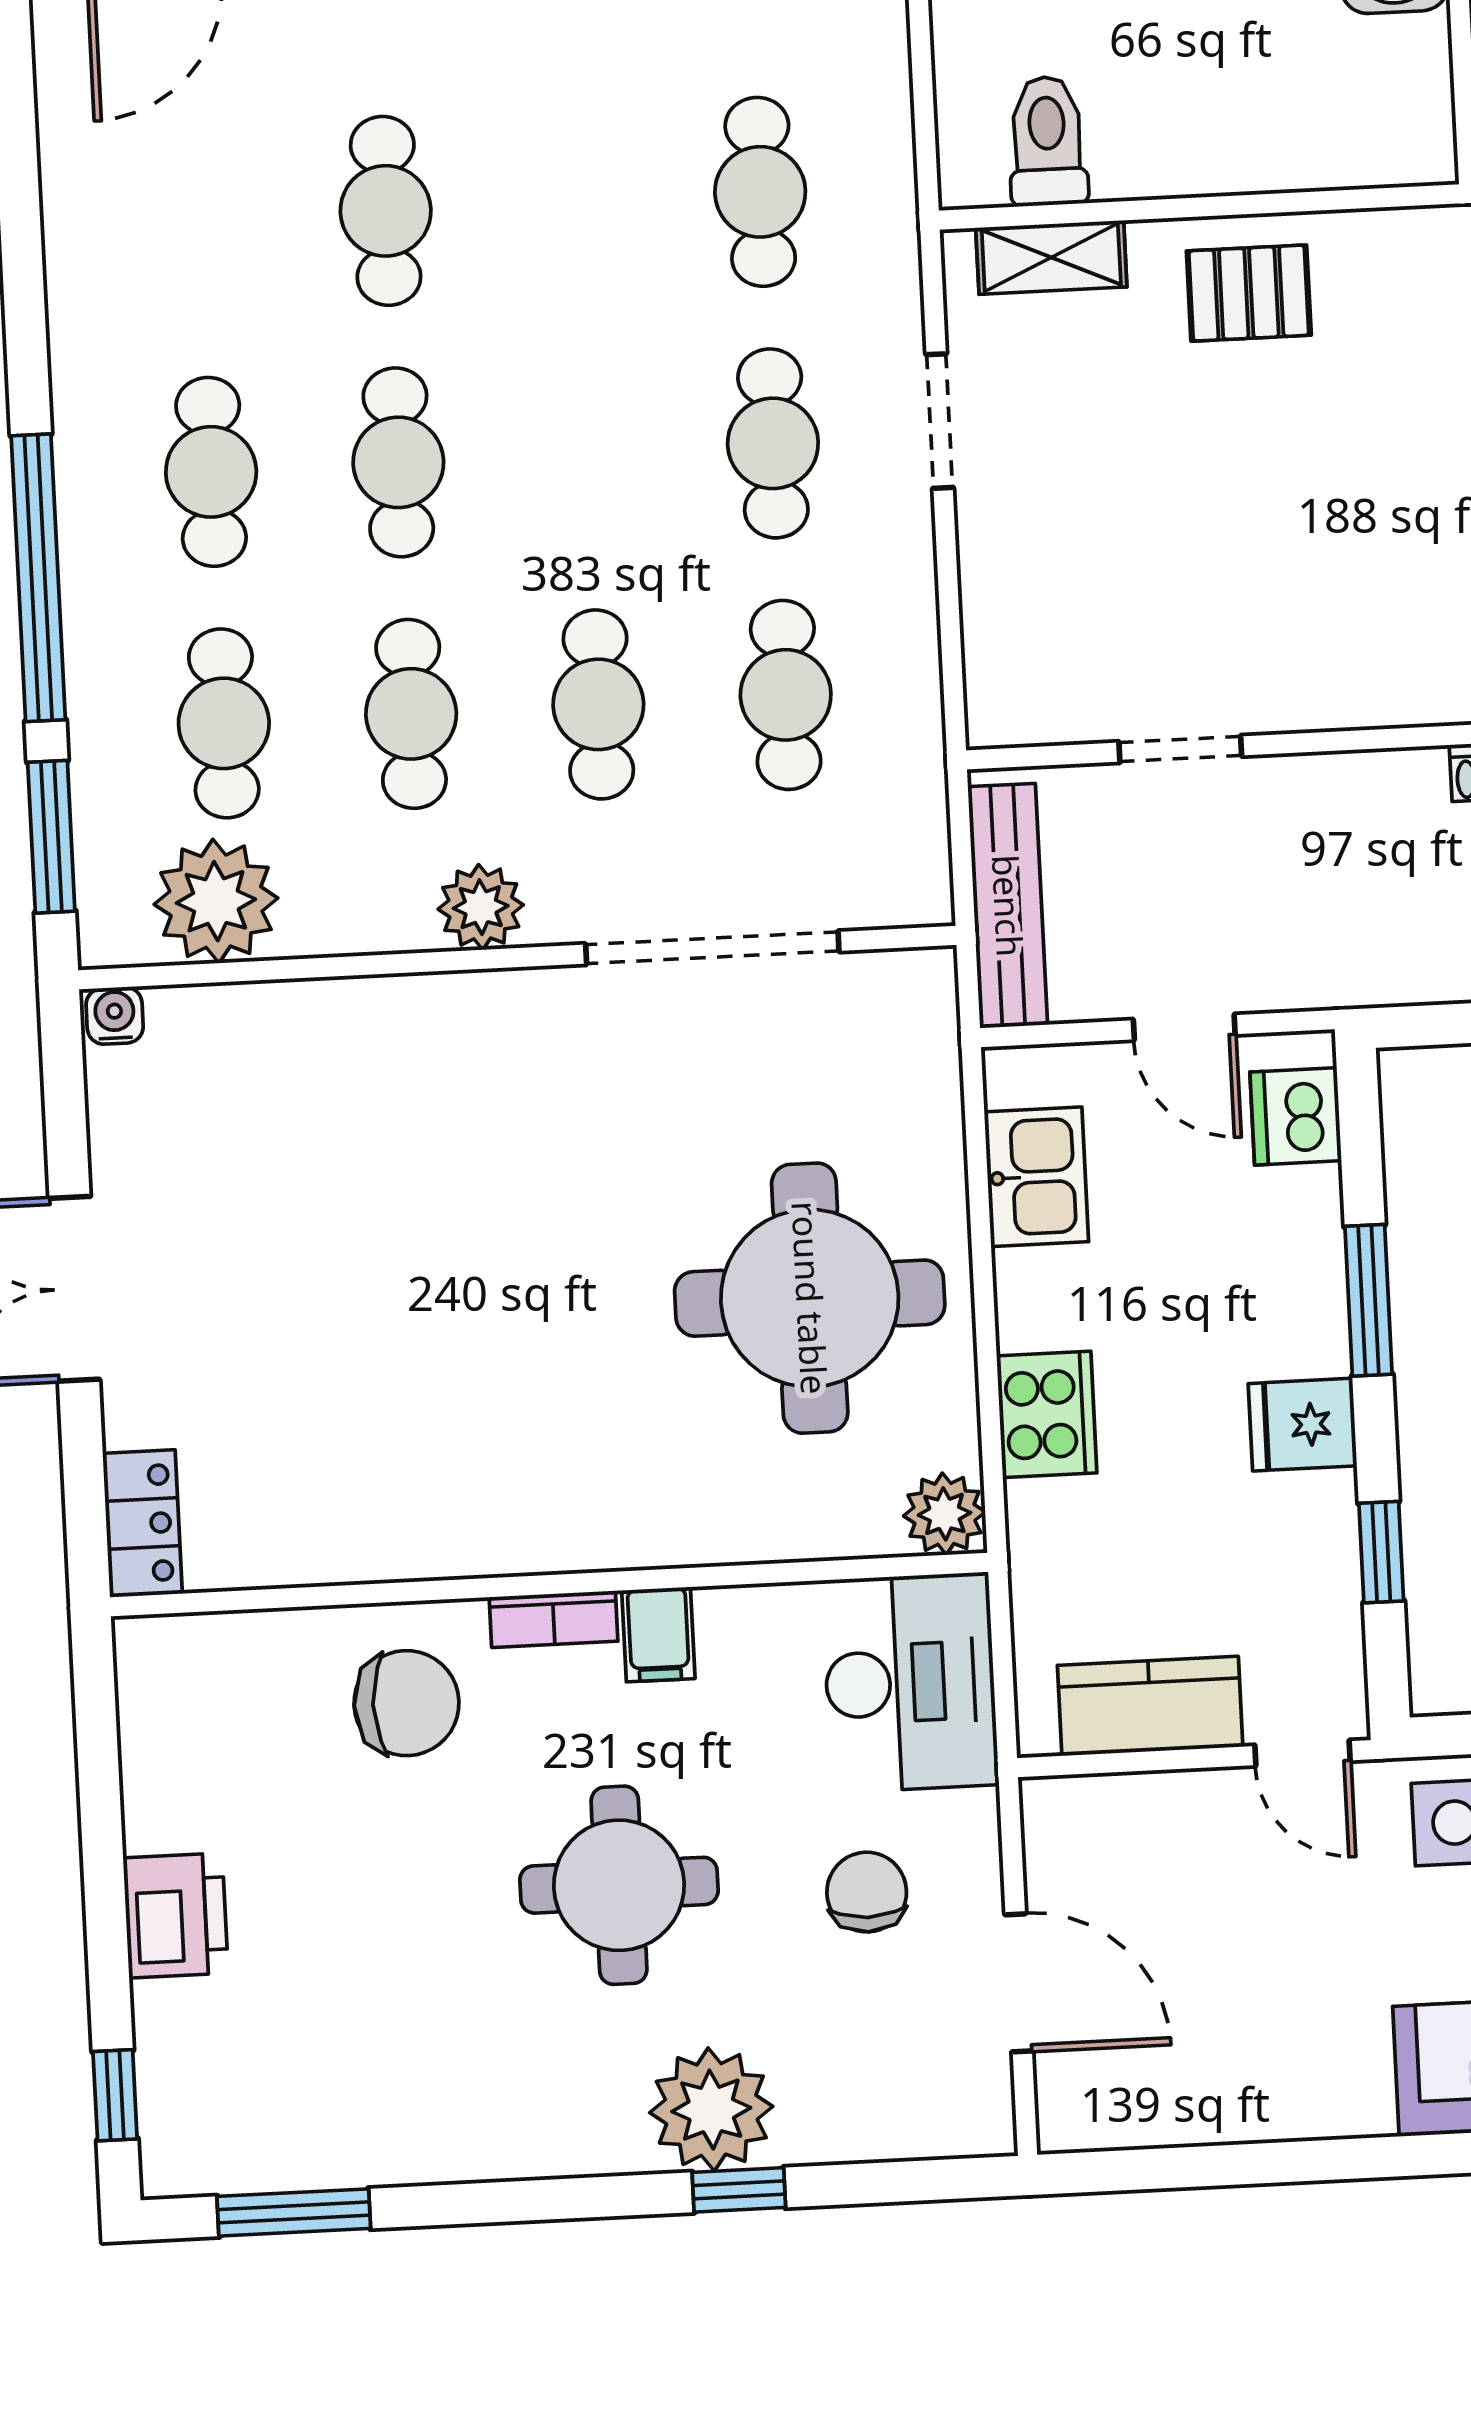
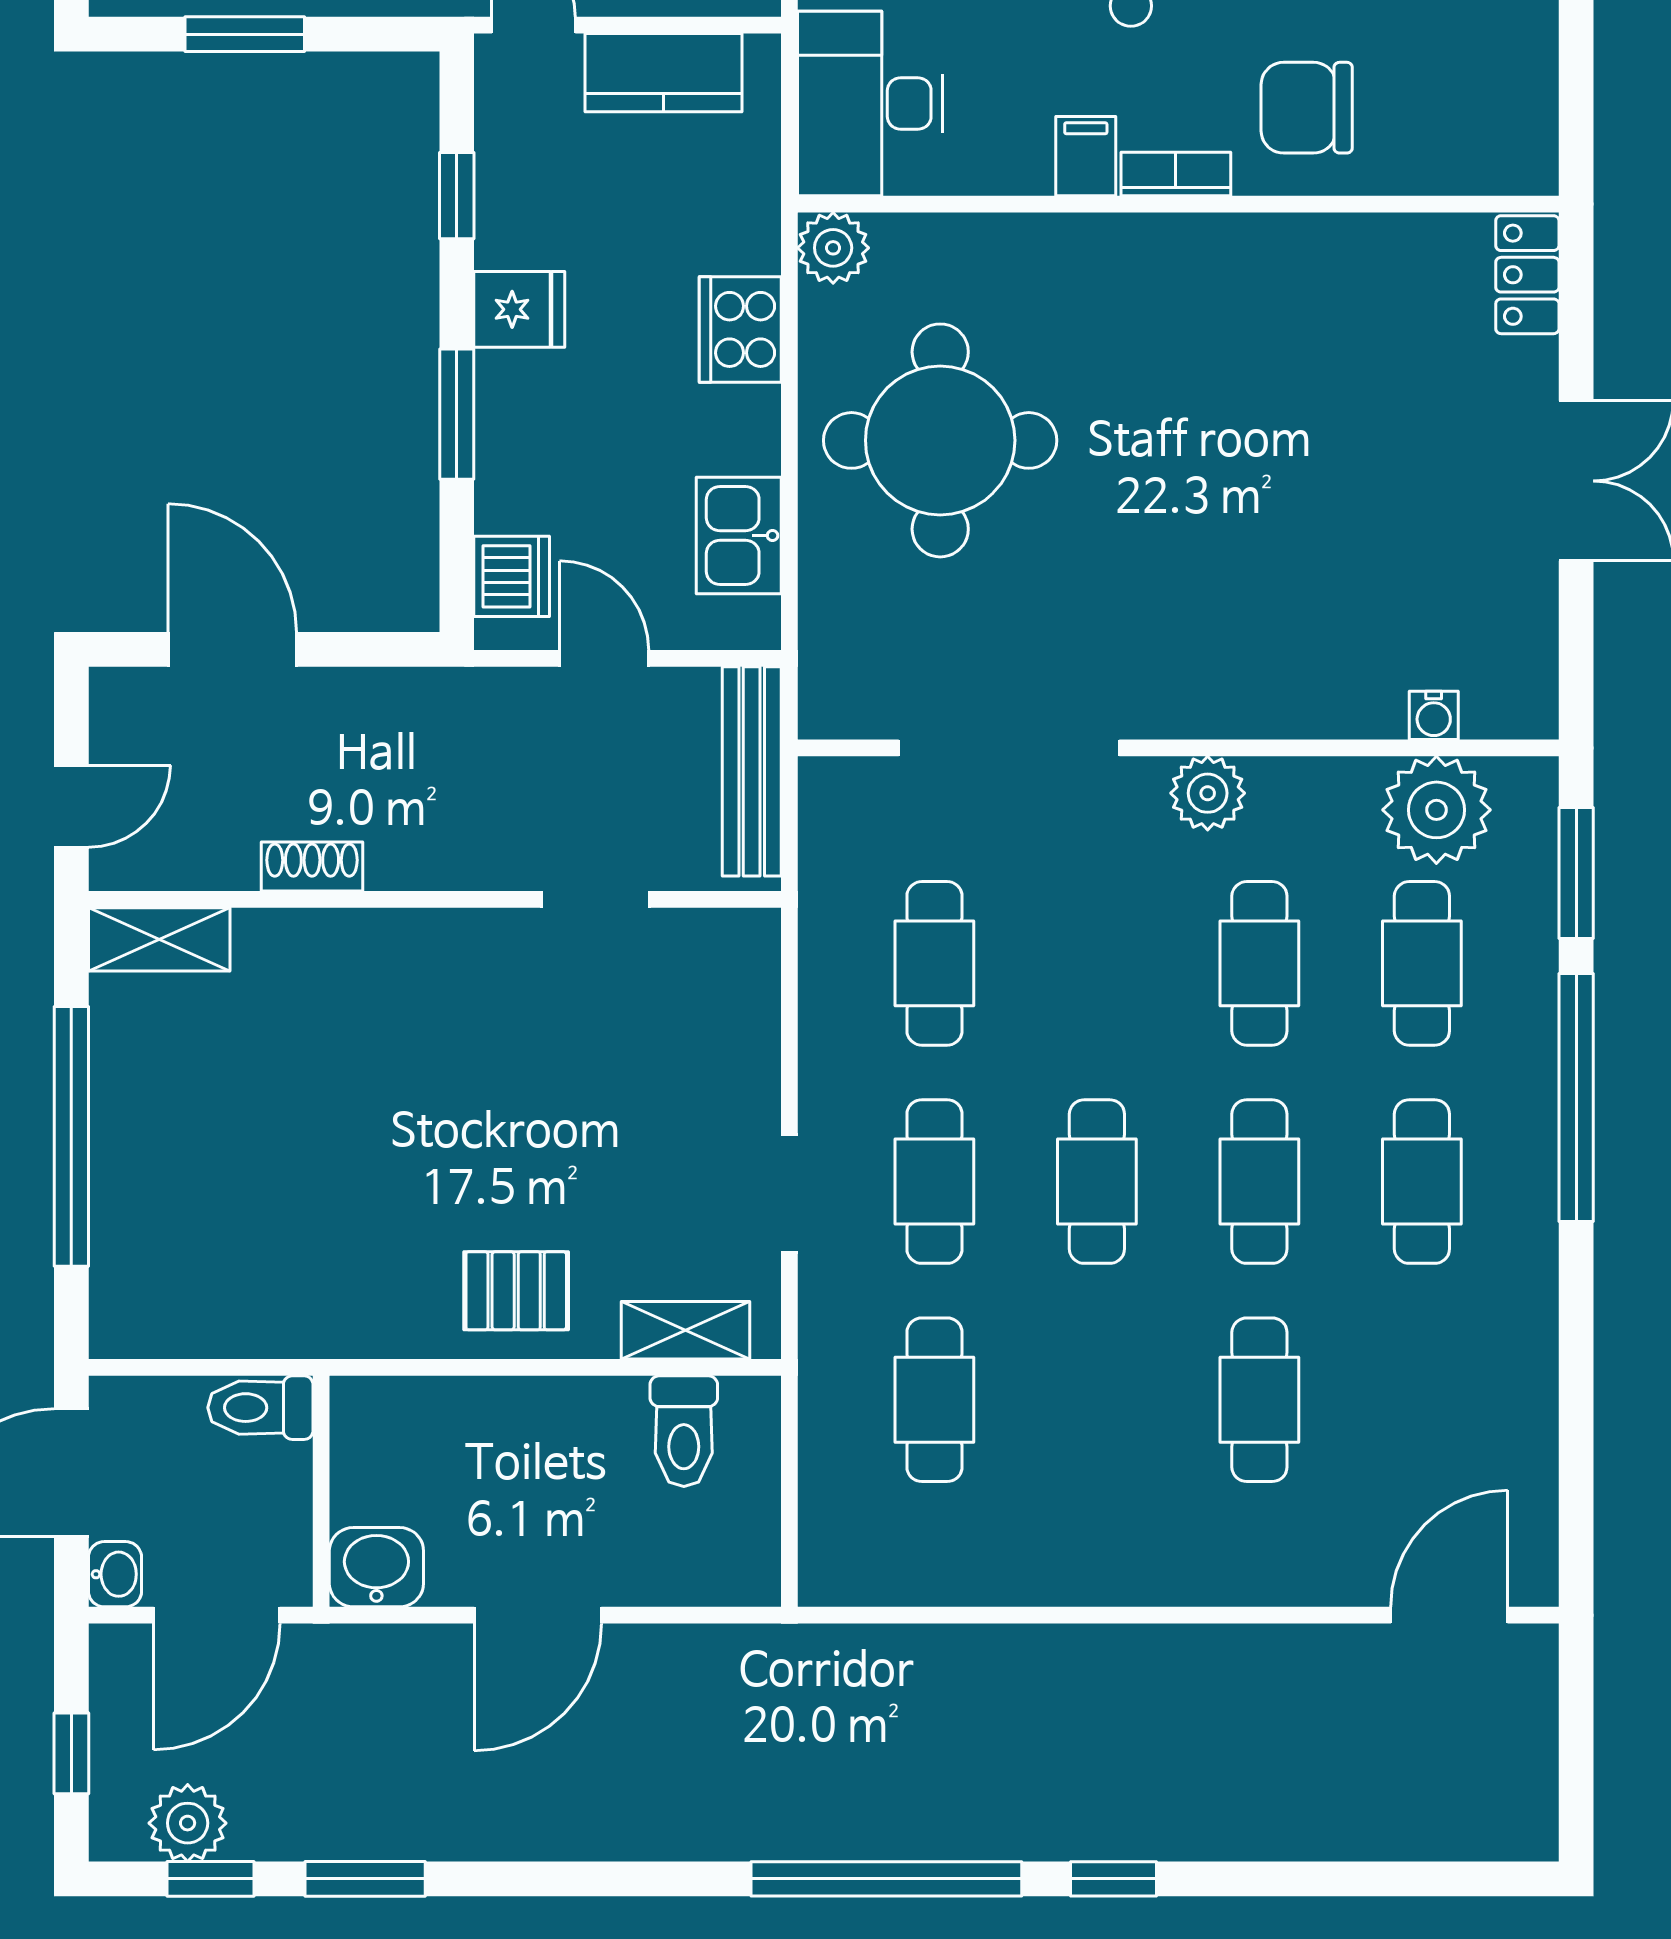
cafe table: (598, 704) -> (1097, 1182), moved
water cooler: (115, 1016) -> (1434, 715), moved

